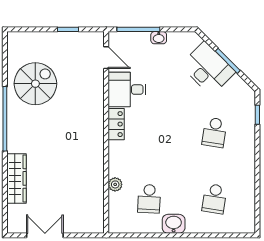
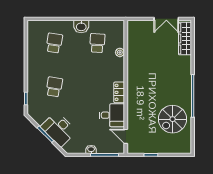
wardrobe: (17, 178) -> (185, 39), moved

